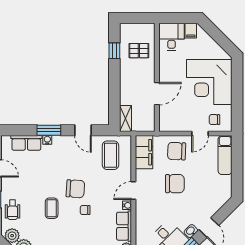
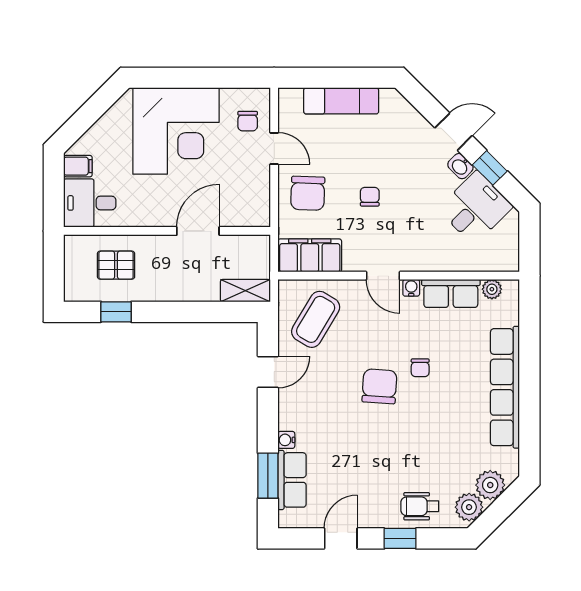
pallet: (139, 51) -> (116, 265), turned 90
door: (157, 94) -> (198, 231), hinge flipped
window: (49, 130) -> (268, 476), moved
coffee table: (111, 155) -> (316, 319), turned -59
exam couch: (225, 155) -> (341, 101), moved
chair: (175, 184) -> (370, 197), width x0.54, depth x0.54
coffee table: (52, 208) -> (417, 432), removed
wheelchair: (13, 210) -> (420, 506), turned 180

